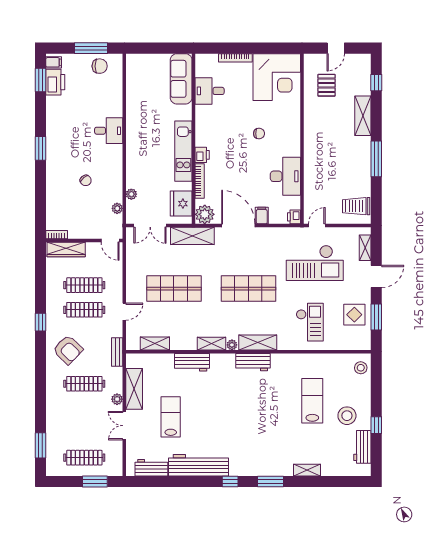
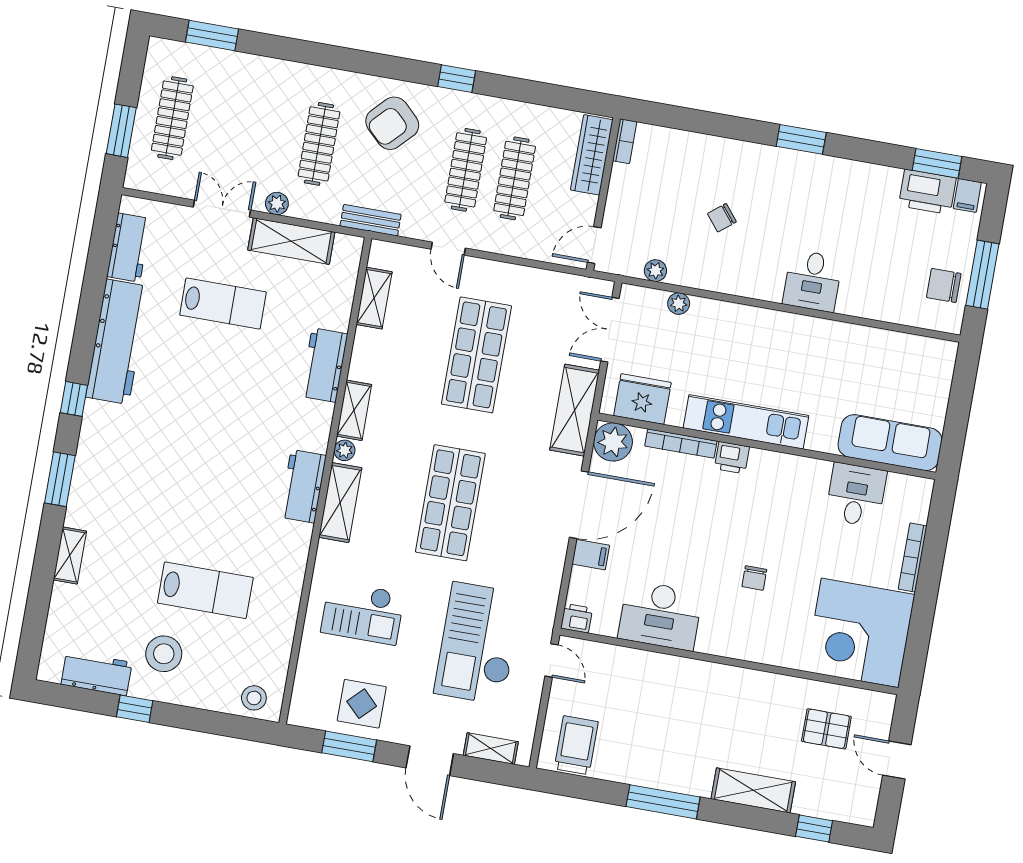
chair: (100, 66) -> (944, 285), turned 90

